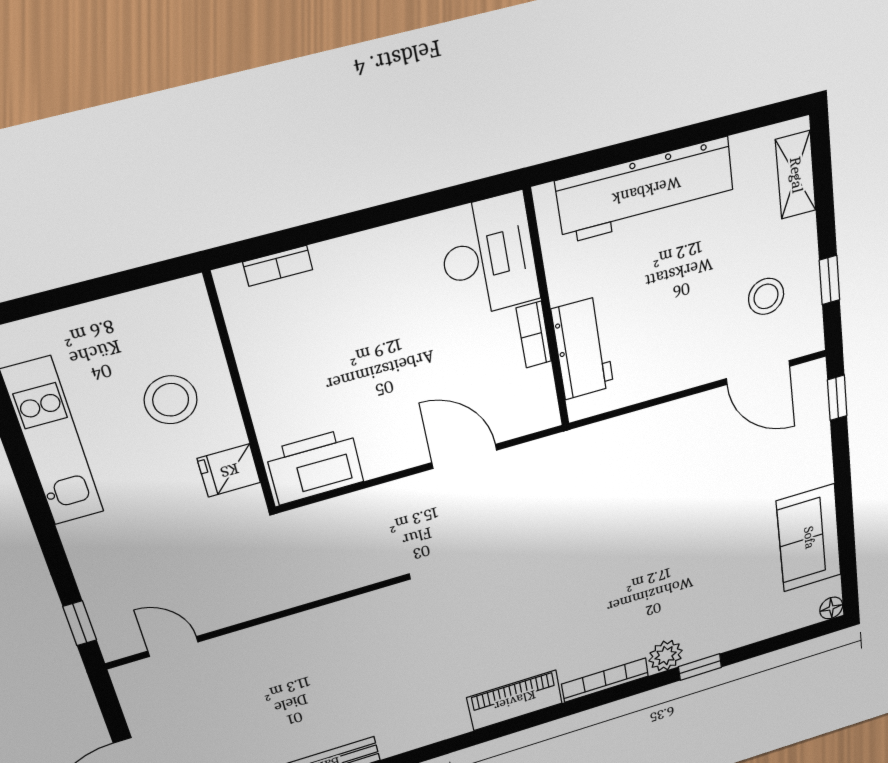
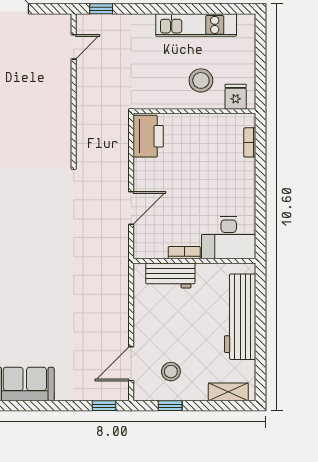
fridge: (229, 470) -> (236, 97), moved

